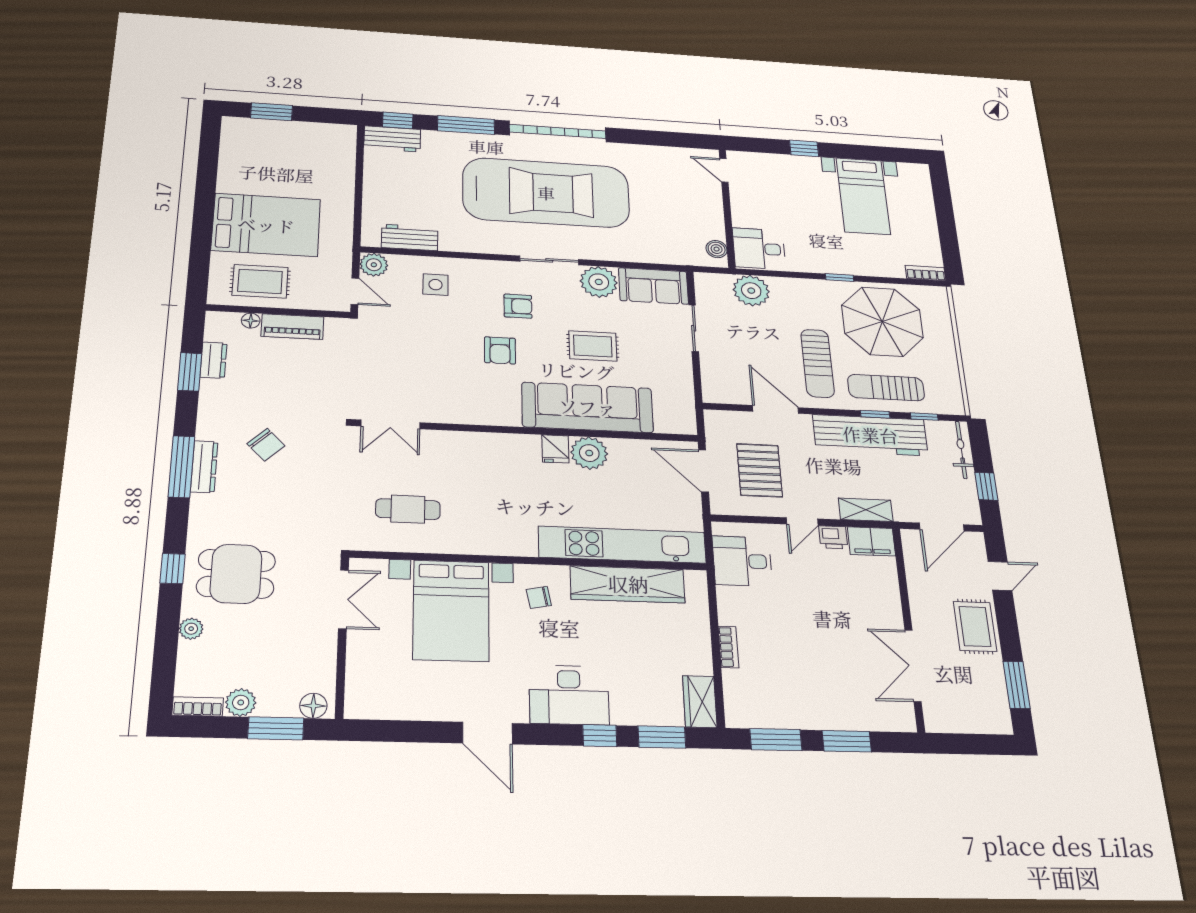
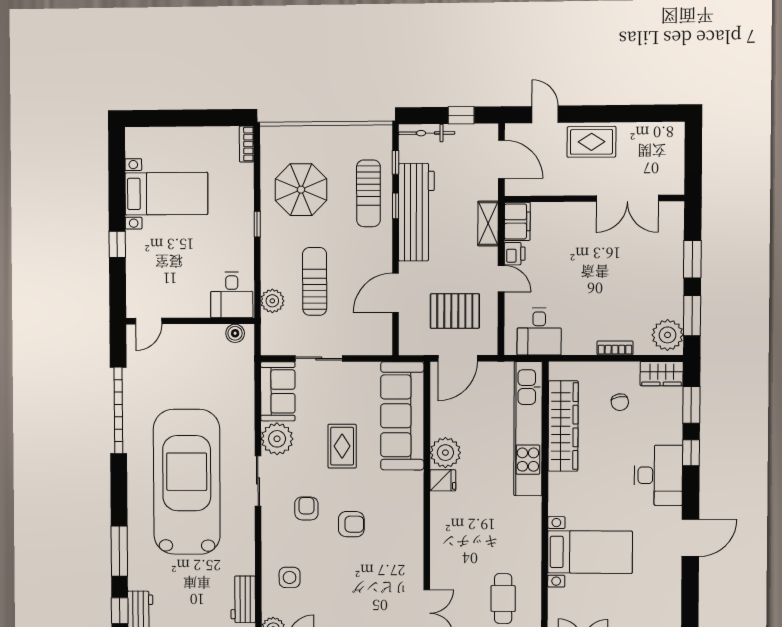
garage door: (558, 131) -> (118, 410), moved
plant: (751, 291) -> (272, 301), width x0.73, depth x0.73
parasol: (882, 322) -> (301, 190), width x0.73, depth x0.73
sun lounger: (817, 363) -> (315, 281), moved, turned -90
sofa: (587, 407) -> (402, 416), moved
chair: (539, 597) -> (620, 402), moved
bed with nightstands: (451, 610) -> (590, 552), width x0.73
window: (1017, 685) -> (642, 113), removed
plant: (749, 710) -> (668, 335), added

